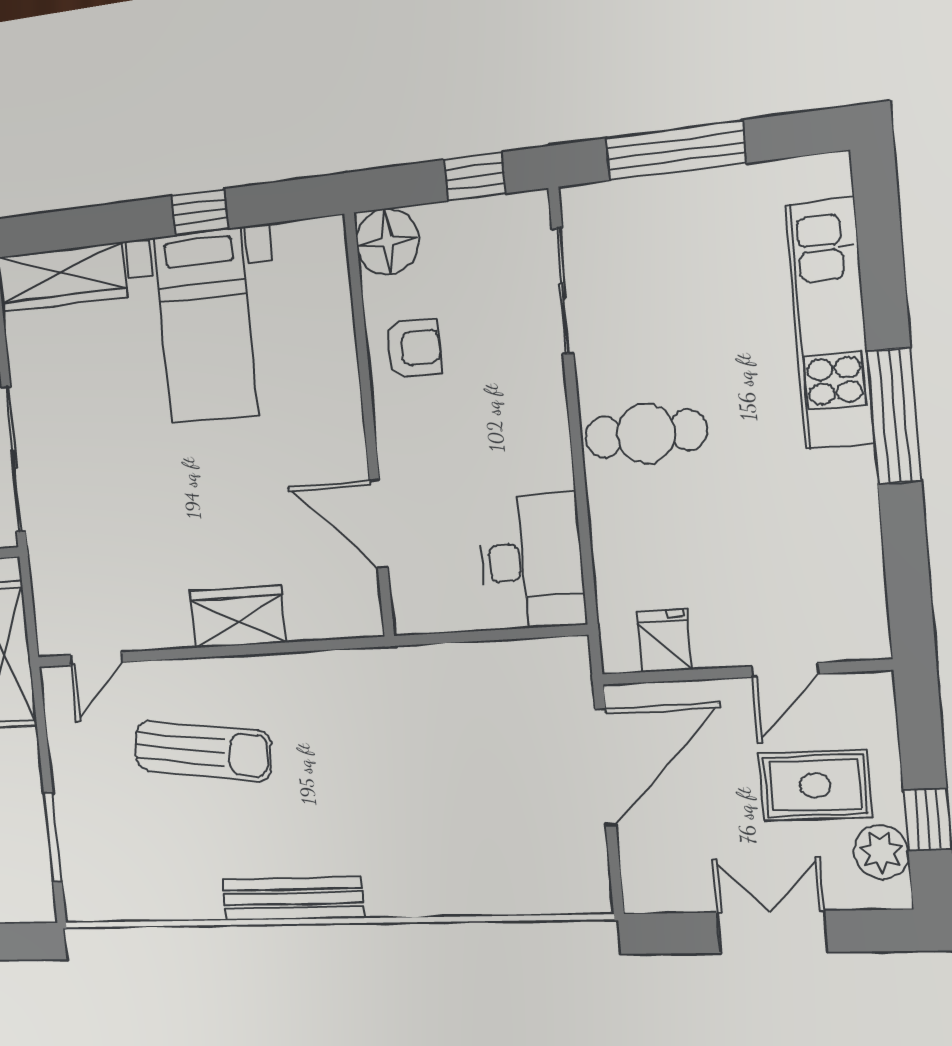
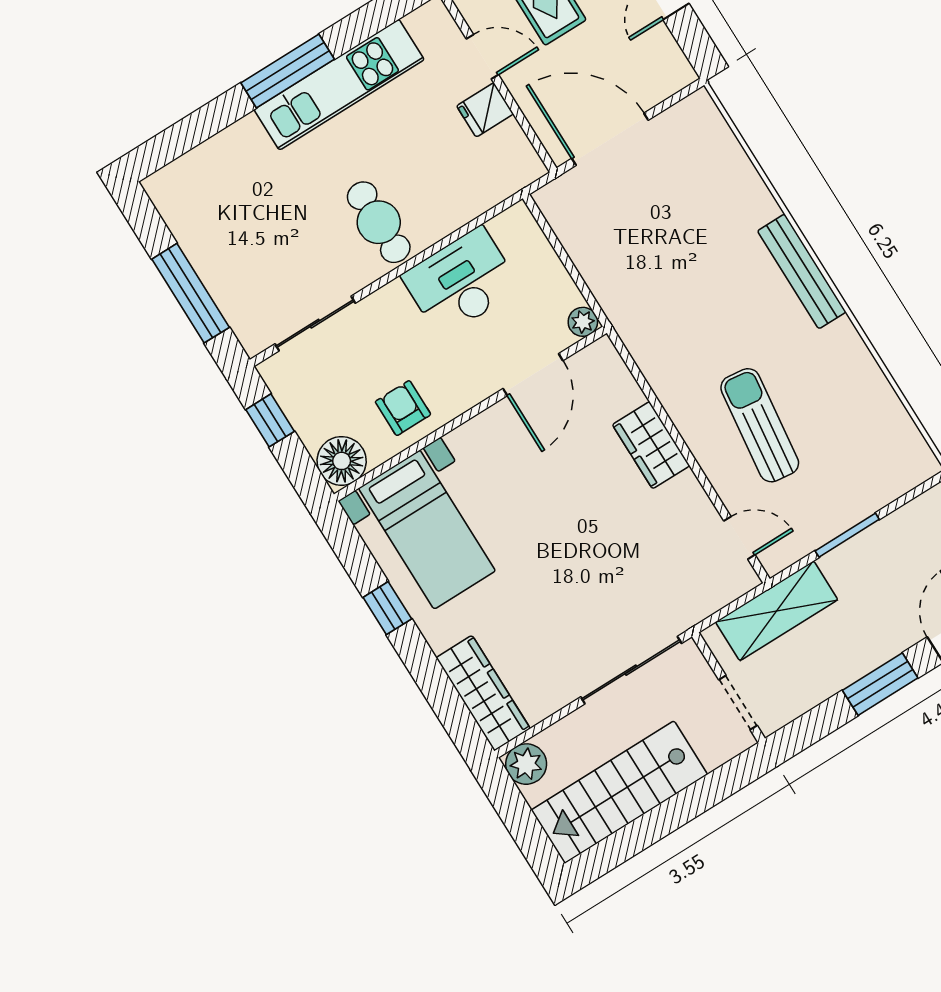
kitchen unit: (830, 324) -> (339, 85), moved
bed with nightstands: (206, 326) -> (427, 530), moved, turned 90
desk: (531, 561) -> (461, 282), moved
plant: (410, 616) -> (583, 322), added
fridge: (664, 640) -> (485, 110), moved
window: (53, 837) -> (847, 535), moved
bench: (293, 898) -> (802, 271), moved

